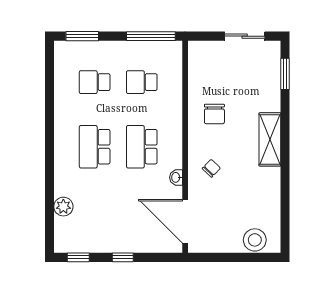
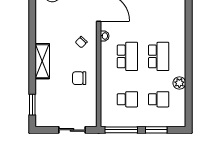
window: (82, 36) -> (156, 130), moved
sliding door: (245, 36) -> (72, 130), moved
chair: (214, 114) -> (79, 78), turned -90
plant: (63, 207) -> (179, 83), moved

